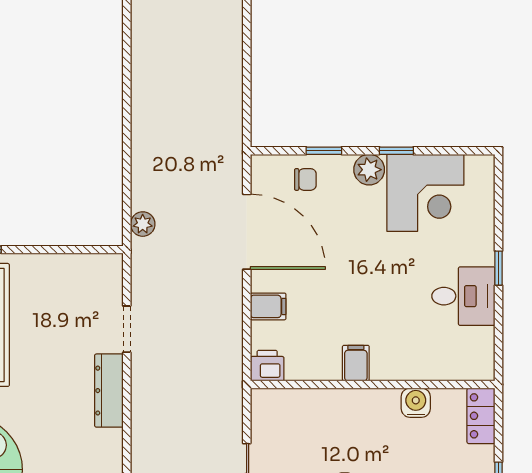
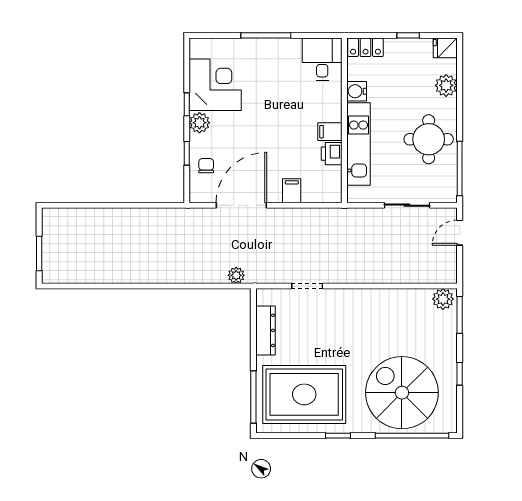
window: (499, 268) -> (266, 35), width x2.17
desk: (463, 296) -> (322, 59), moved
printer: (267, 366) -> (332, 154), moved
dresser: (109, 391) -> (265, 330), moved, turned -90
kitchen unit: (337, 405) -> (358, 144), added

